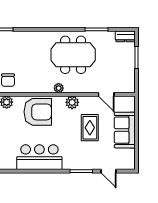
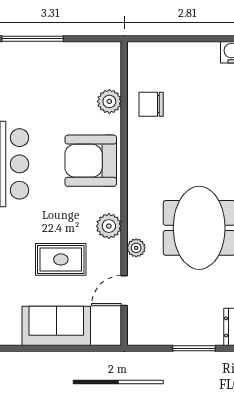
plant: (59, 88) -> (136, 248), moved
armchair: (38, 112) -> (91, 161), turned 90

